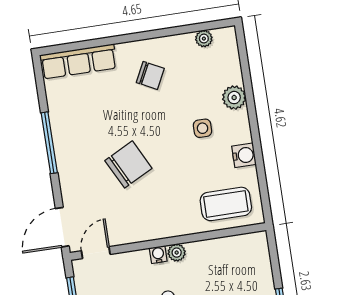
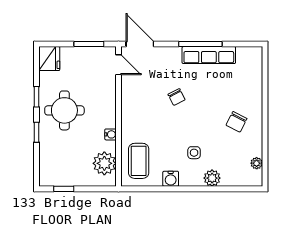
row of seats: (78, 61) -> (209, 55), moved, turned -90
chair: (128, 164) -> (177, 97), width x0.54, depth x0.54
plant: (177, 253) -> (104, 163), moved, width x1.88, depth x1.88
water cooler: (158, 255) -> (110, 134), moved

